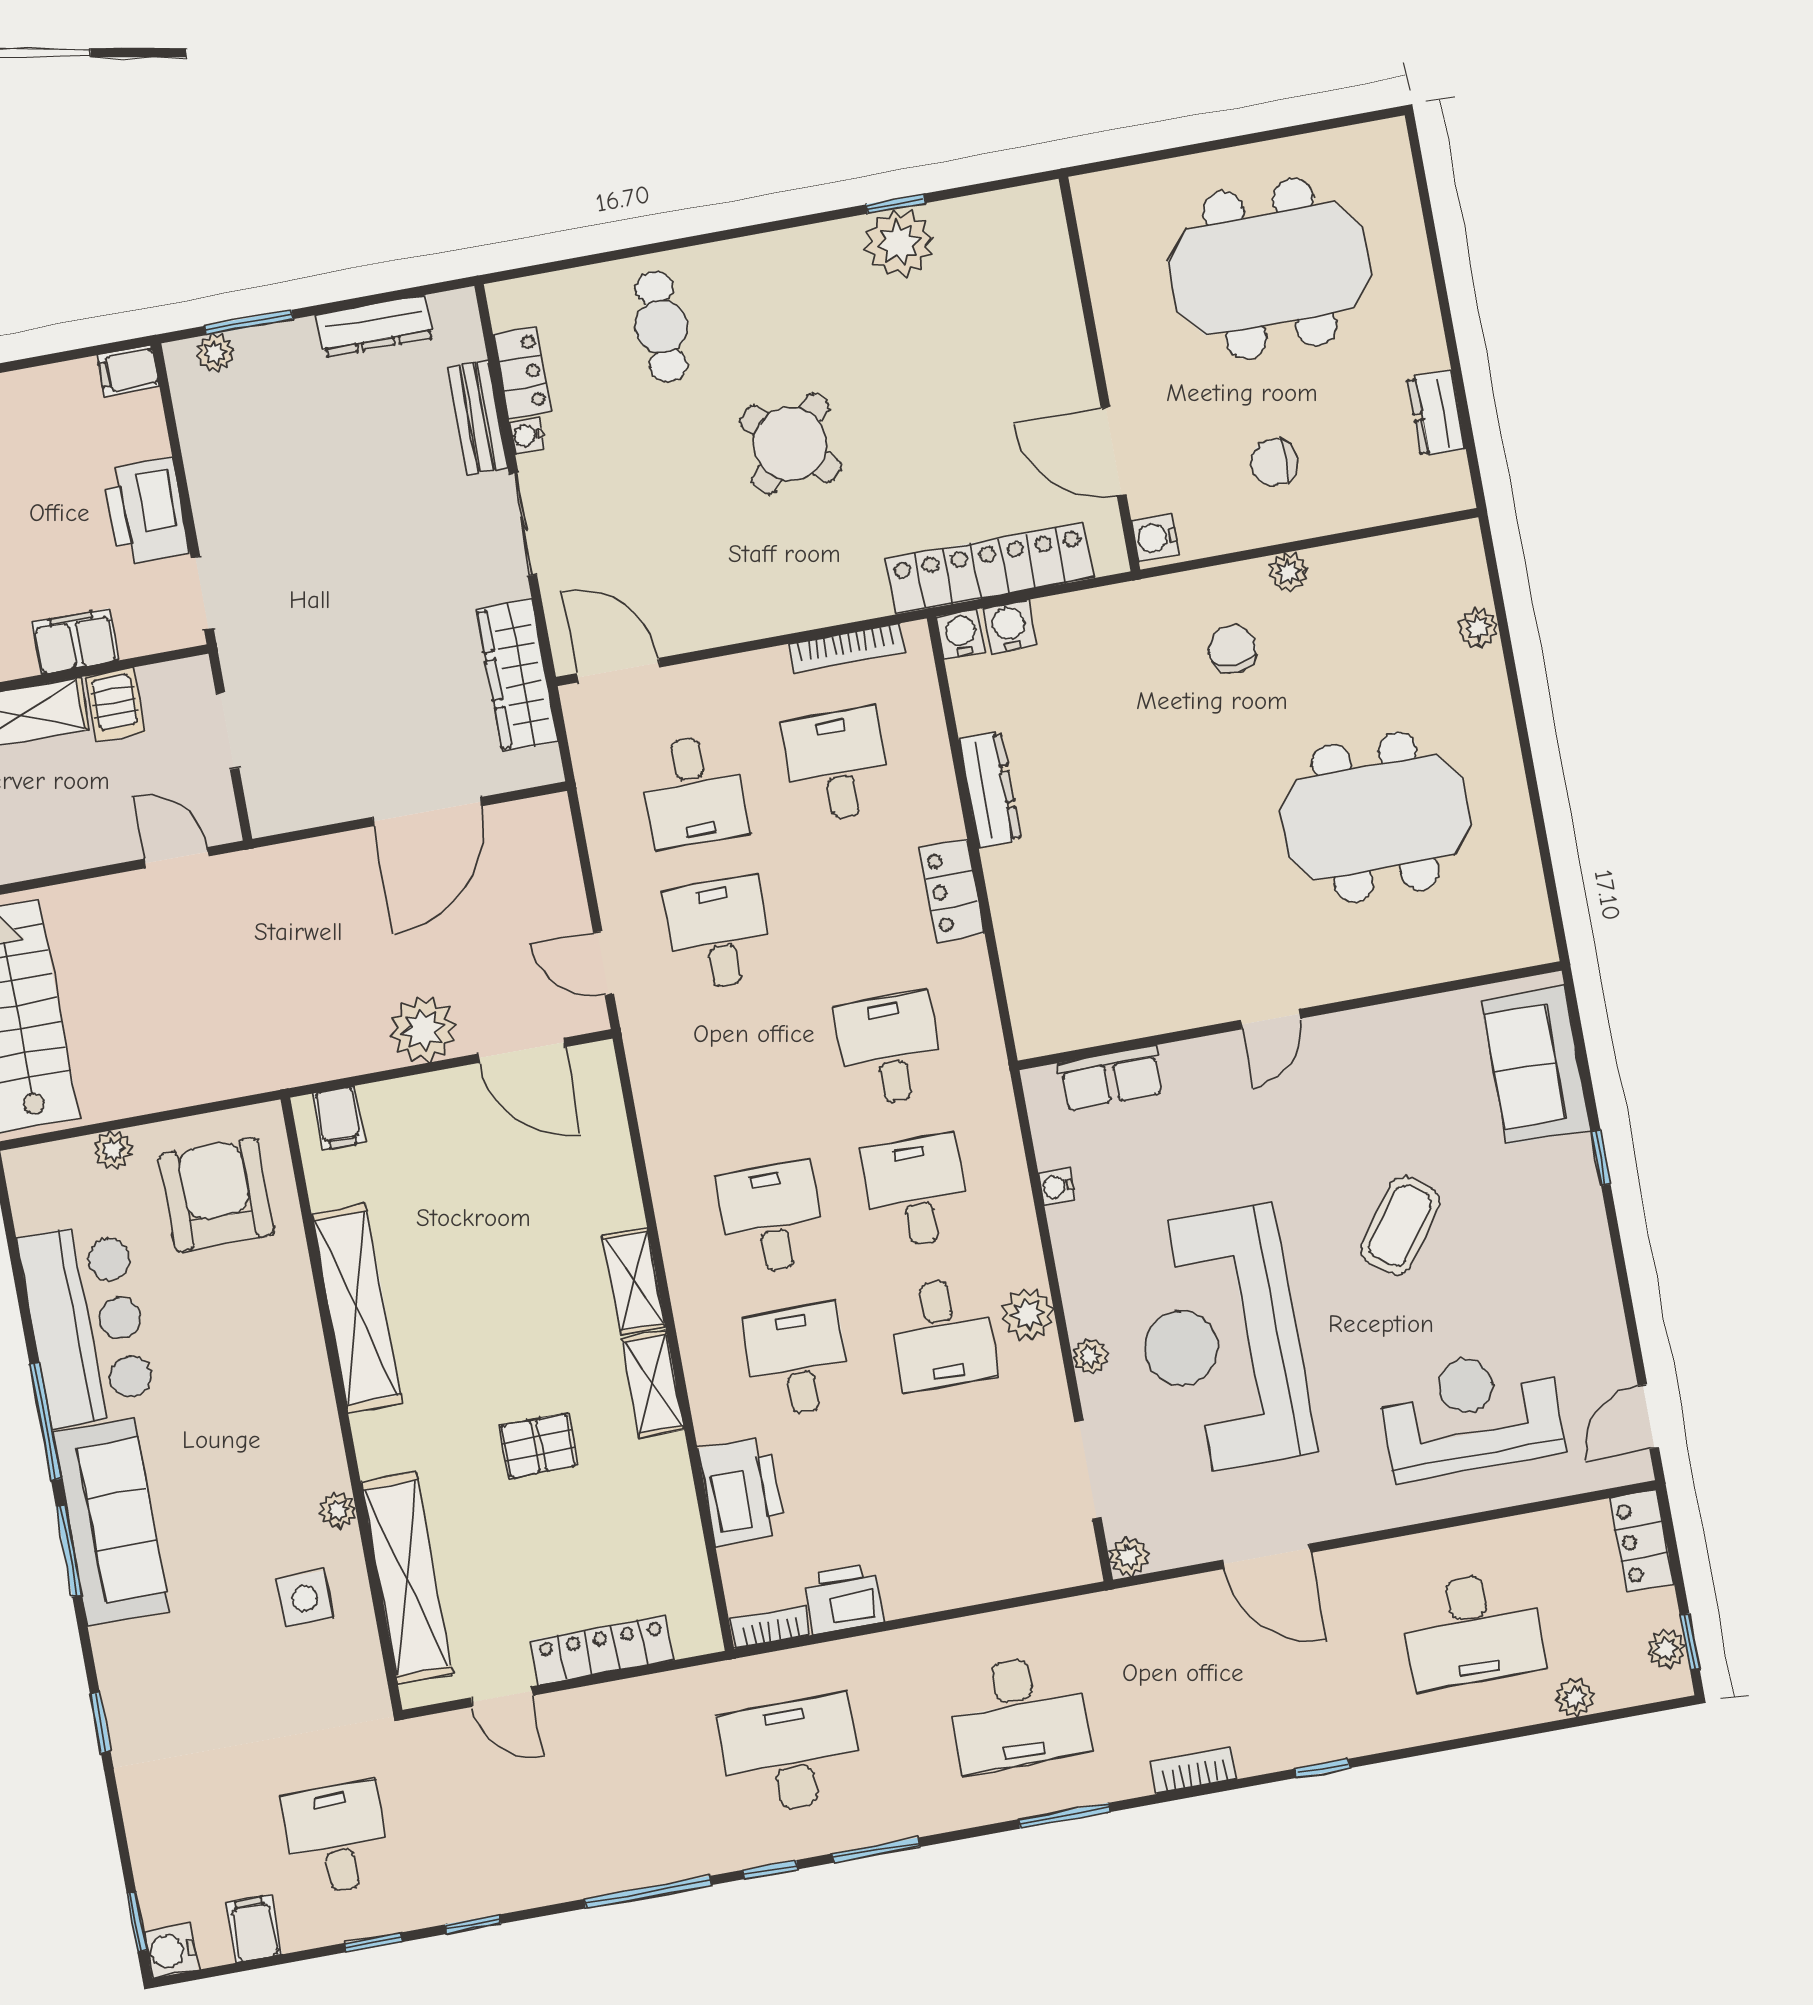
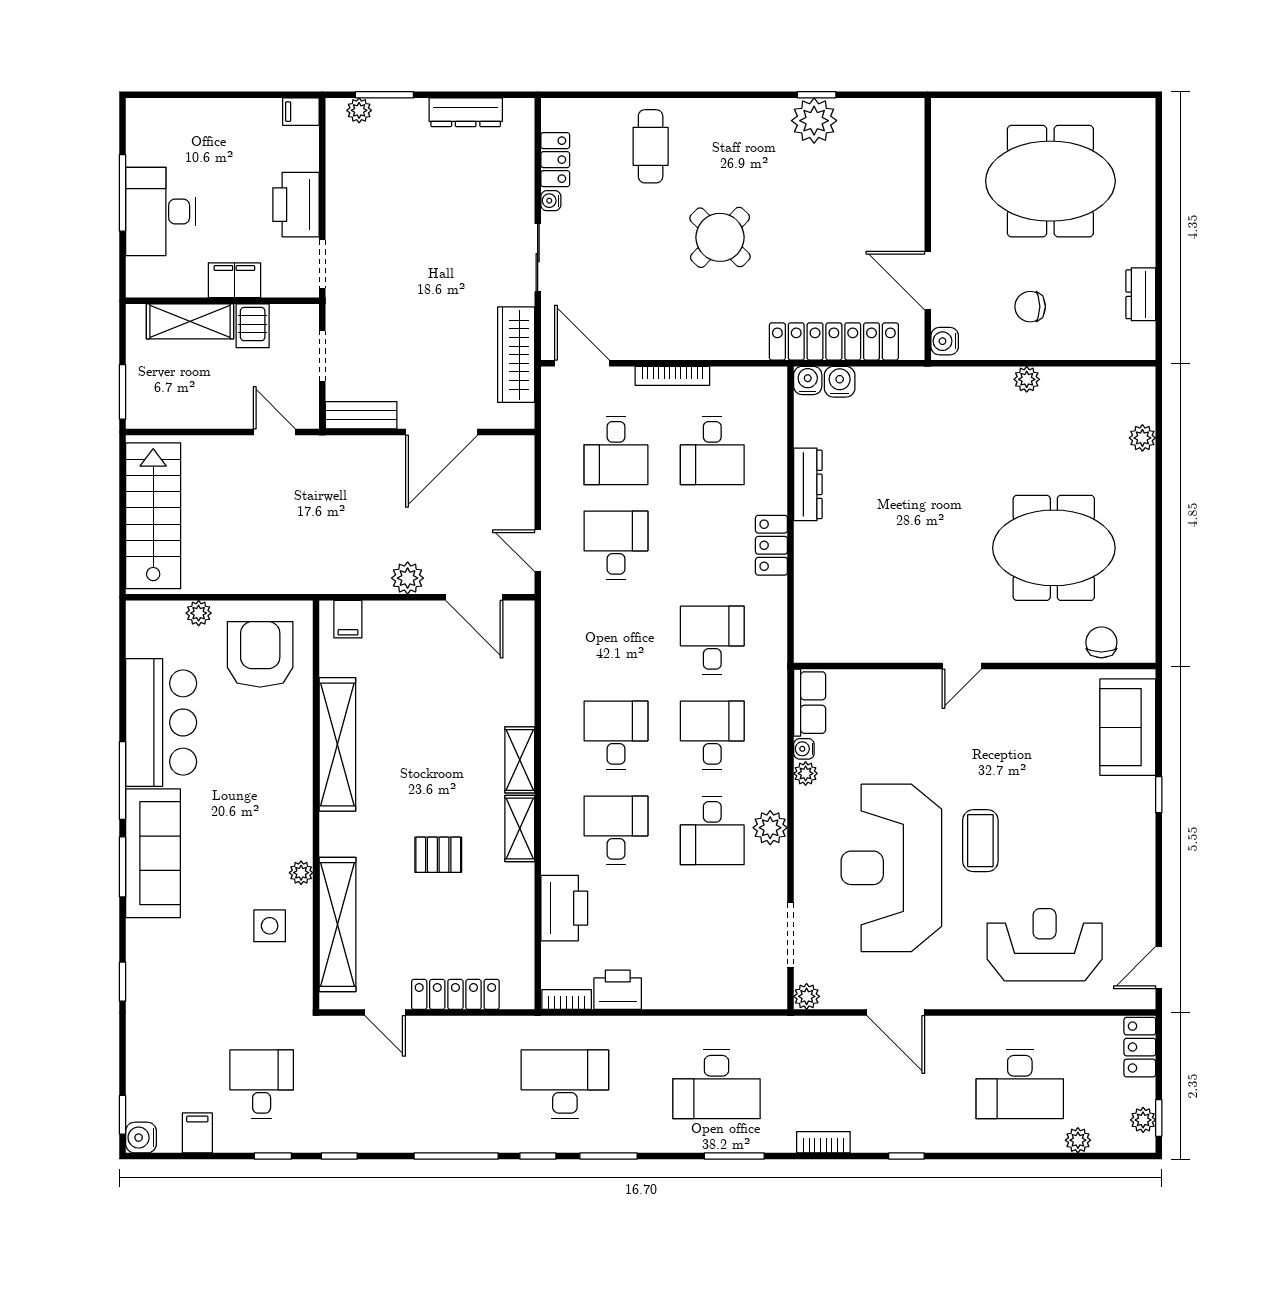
bench: (477, 417) -> (361, 415), moved, turned 90
bookcase: (847, 648) -> (672, 376), moved
chair: (1233, 649) -> (1101, 642), moved
desk: (837, 765) -> (712, 450), turned 180
plant: (423, 1029) -> (408, 578), width x0.73, depth x0.73
row of seats: (1111, 1078) -> (810, 703), moved, turned -90
coffee table: (1400, 1226) -> (980, 841), moved, turned -36
plant: (1090, 1356) -> (806, 773), moved

